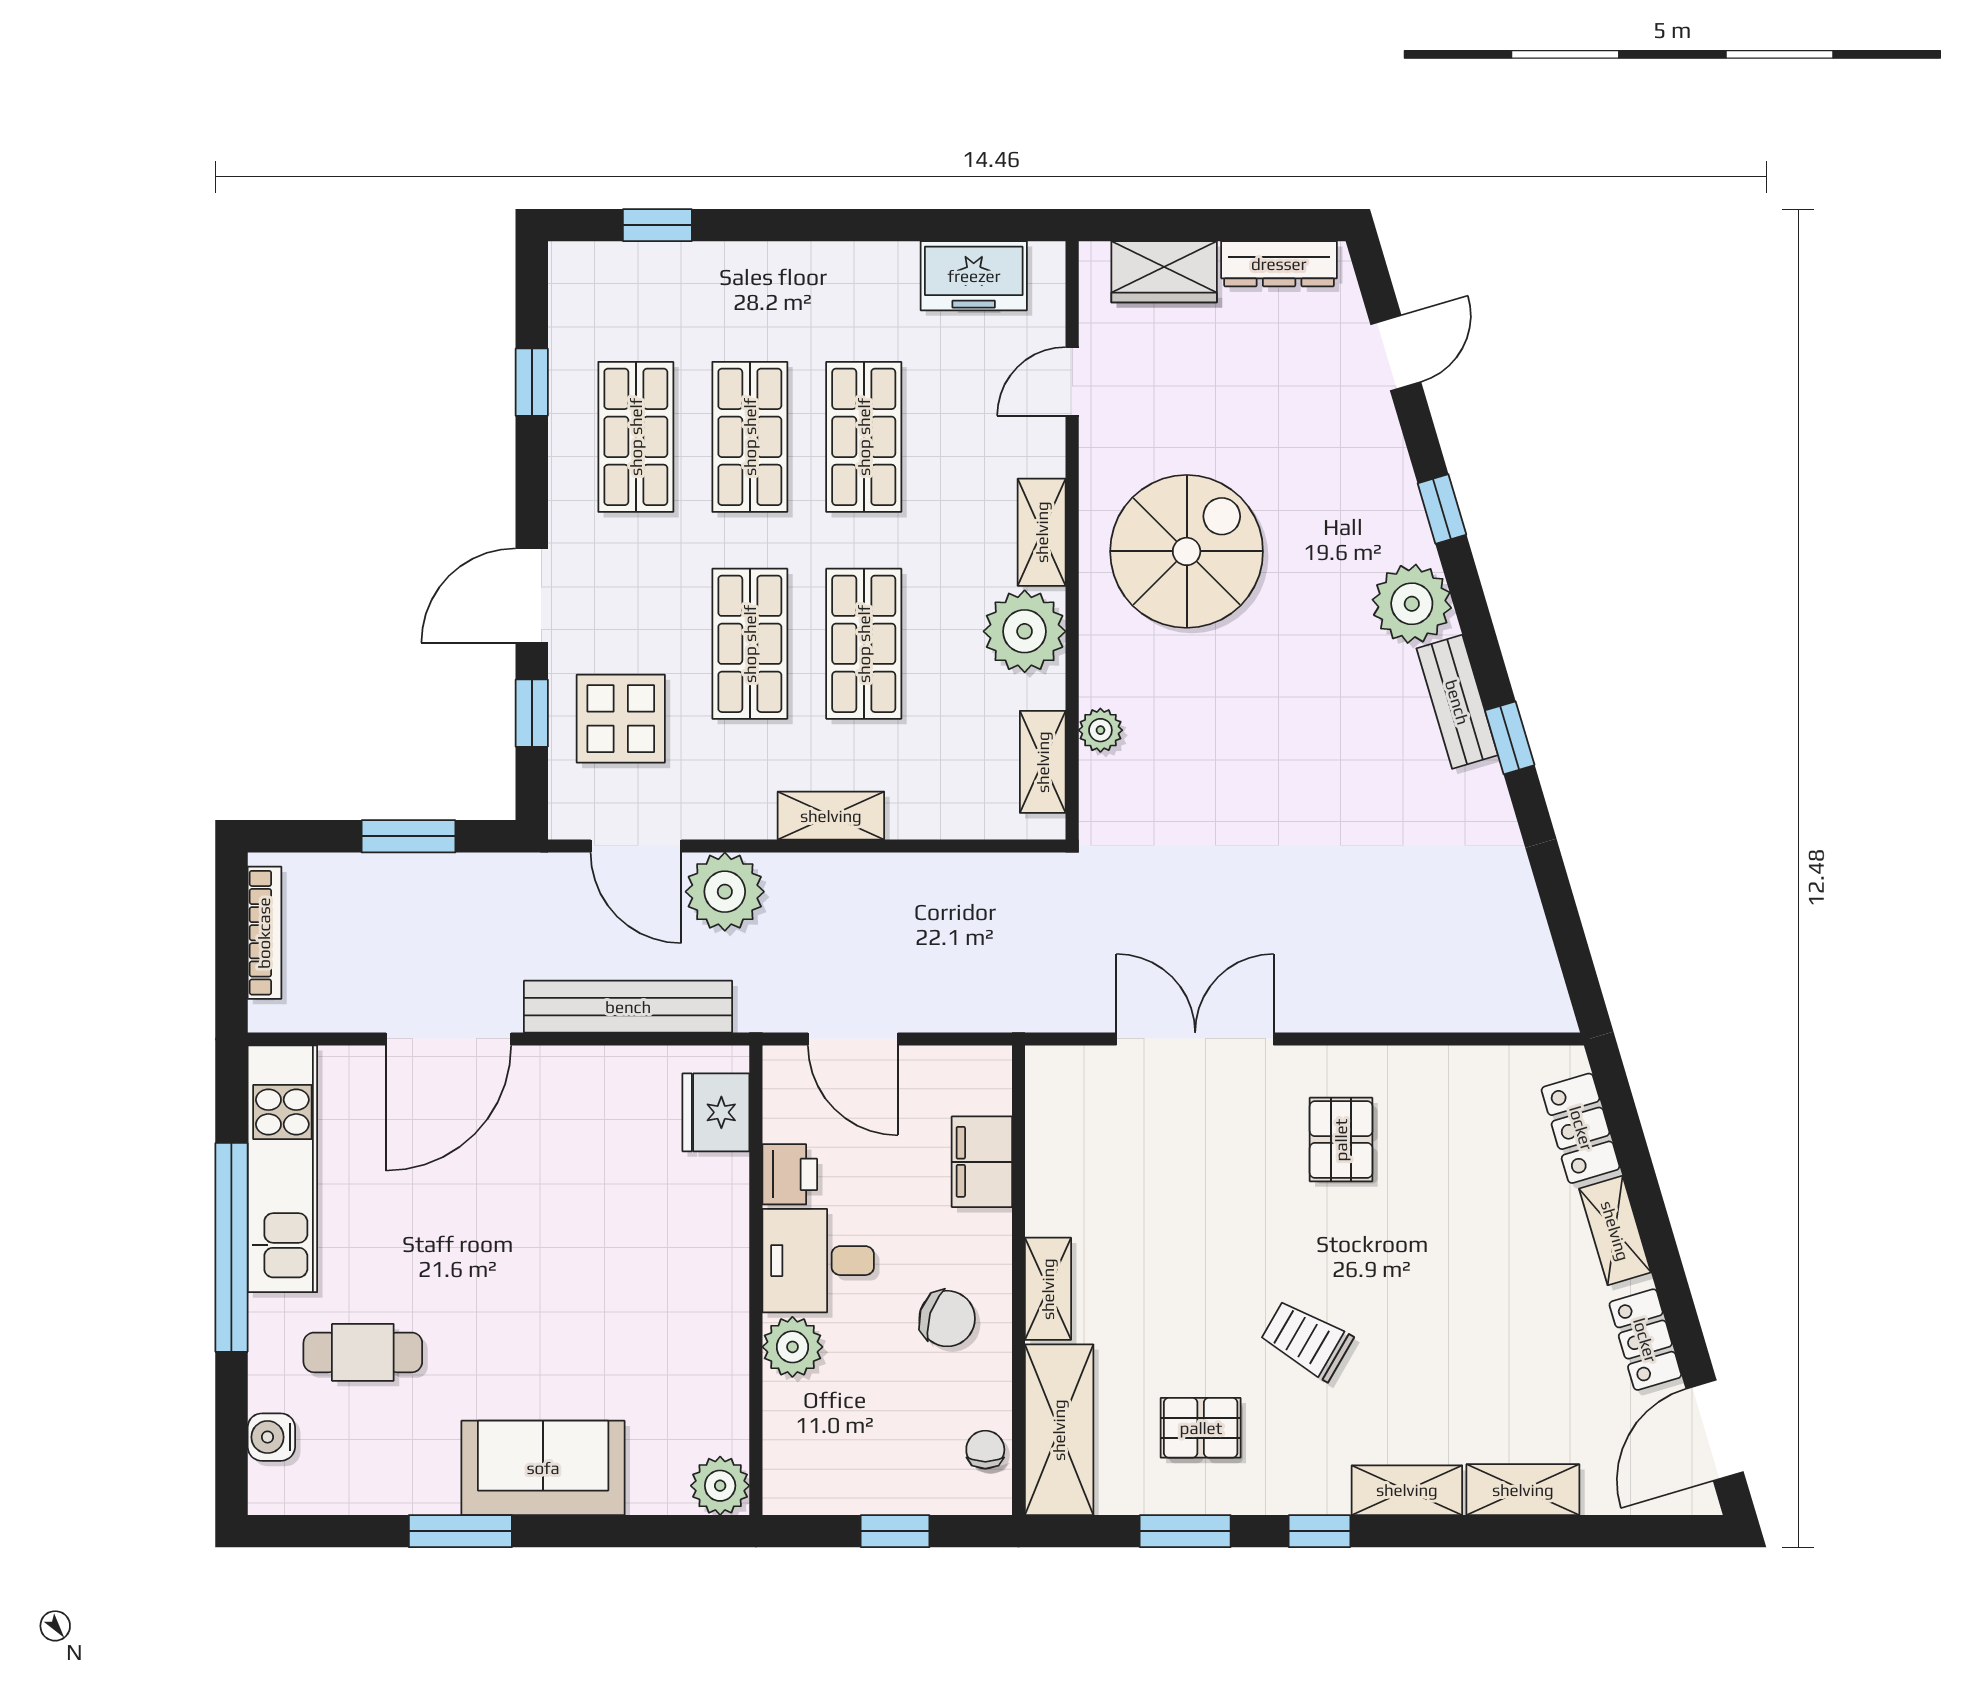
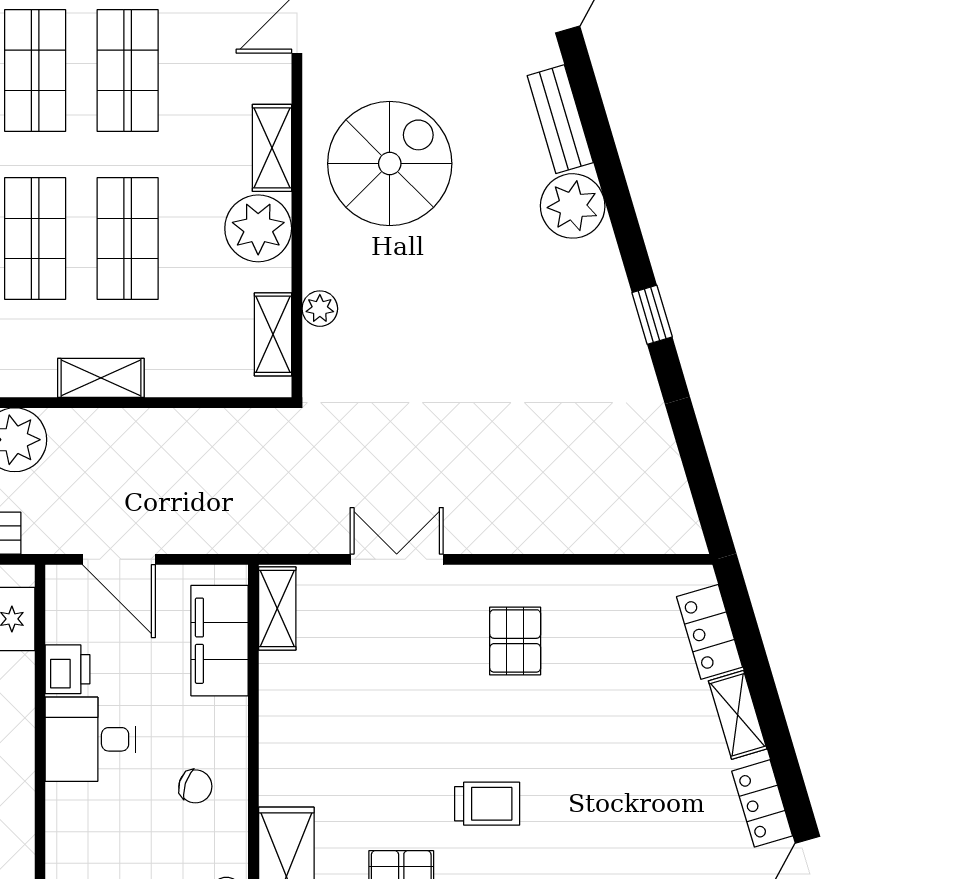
window: (1442, 509) -> (597, 129), removed
bench: (1457, 702) -> (560, 119), moved
double door: (1195, 1039) -> (397, 559), width x0.73
filing cabinet: (982, 1162) -> (219, 641), width x1.50, depth x1.17
shelving: (1048, 1289) -> (277, 608), moved
chair: (947, 1319) -> (195, 786), width x0.73, depth x0.73
trolley: (1306, 1340) -> (487, 804), turned 150
plant: (792, 1347) -> (70, 809), removed

